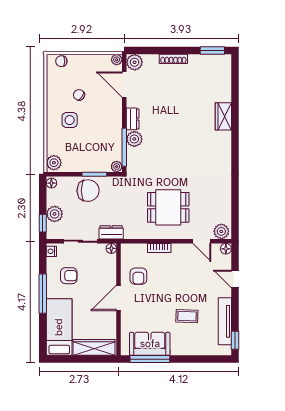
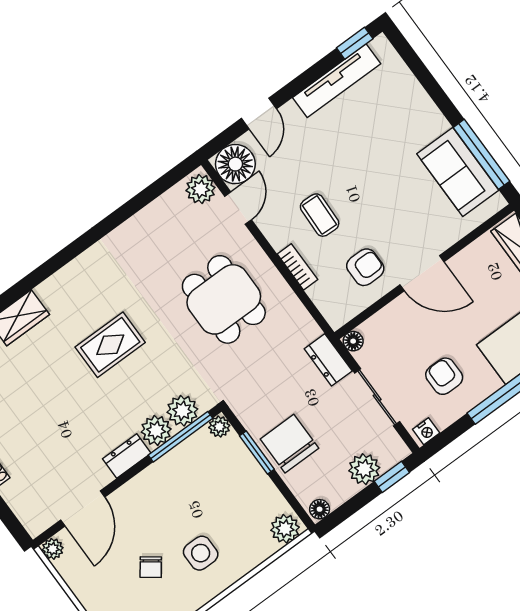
plant: (135, 62) -> (182, 411), moved
rug: (184, 146) -> (110, 345), added
floor lamp: (226, 249) -> (235, 164), width x1.89, depth x1.89
coffee table: (187, 316) -> (320, 215), moved

